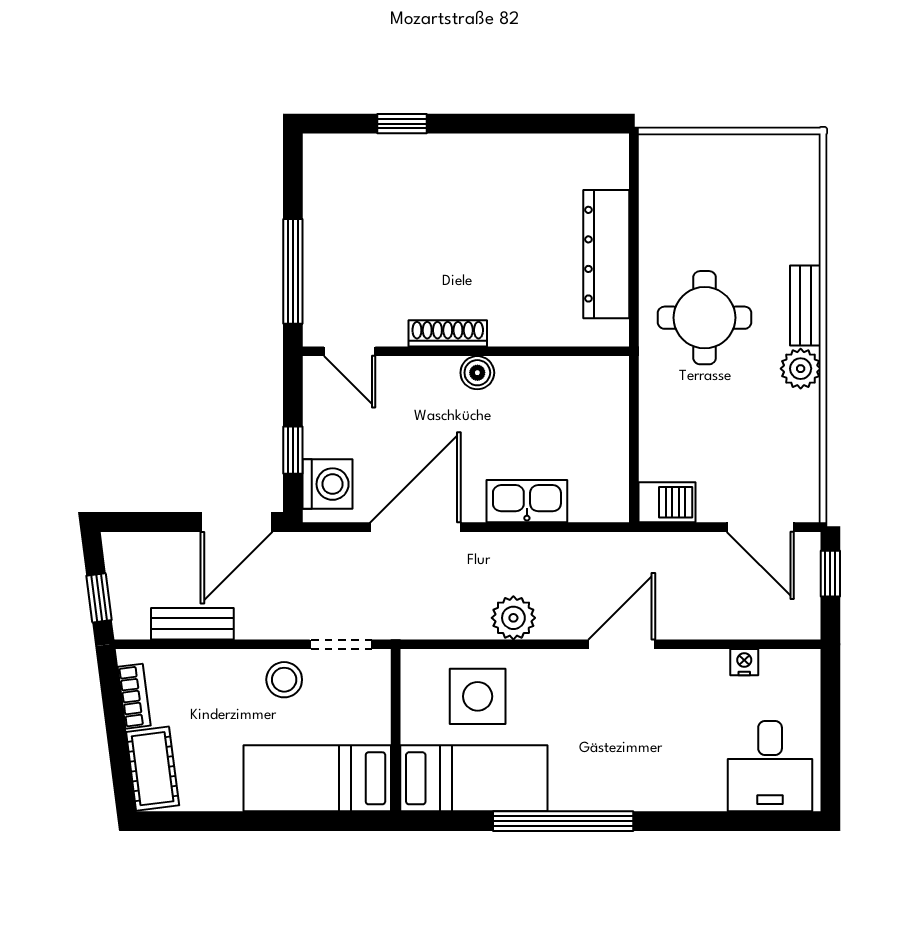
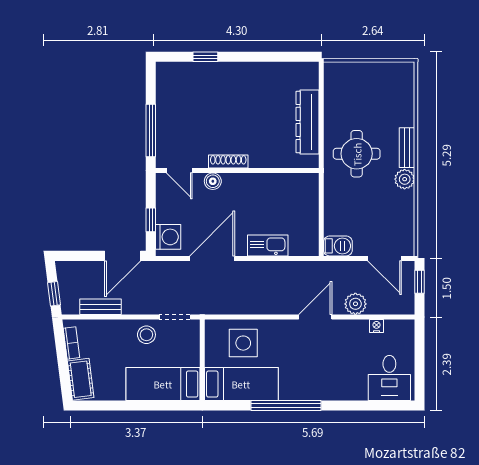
boiler: (477, 373) -> (213, 181), moved
plant: (513, 618) -> (355, 304), moved

